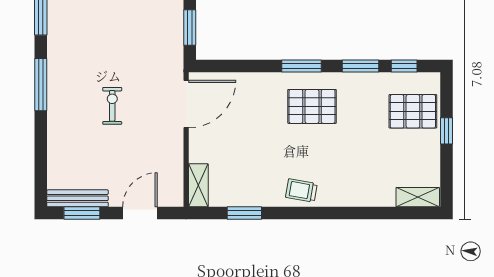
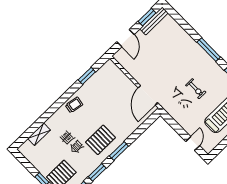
window: (190, 28) -> (174, 125), removed
exercise bike: (112, 106) -> (196, 89), moved
shelving: (198, 185) -> (114, 70), removed
shelving: (418, 197) -> (39, 134), moved

